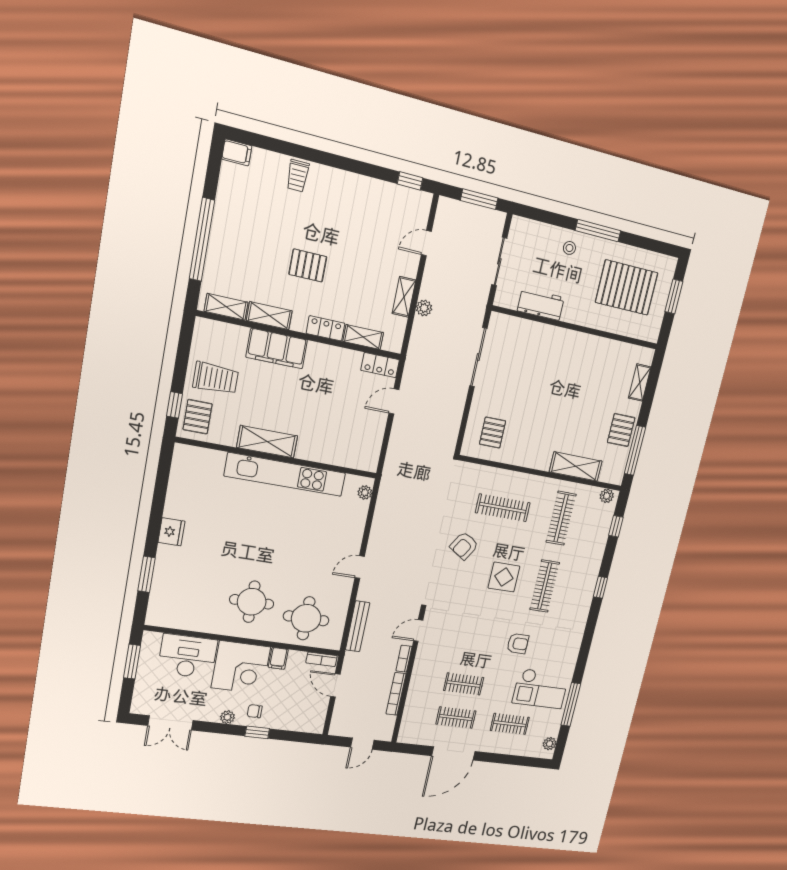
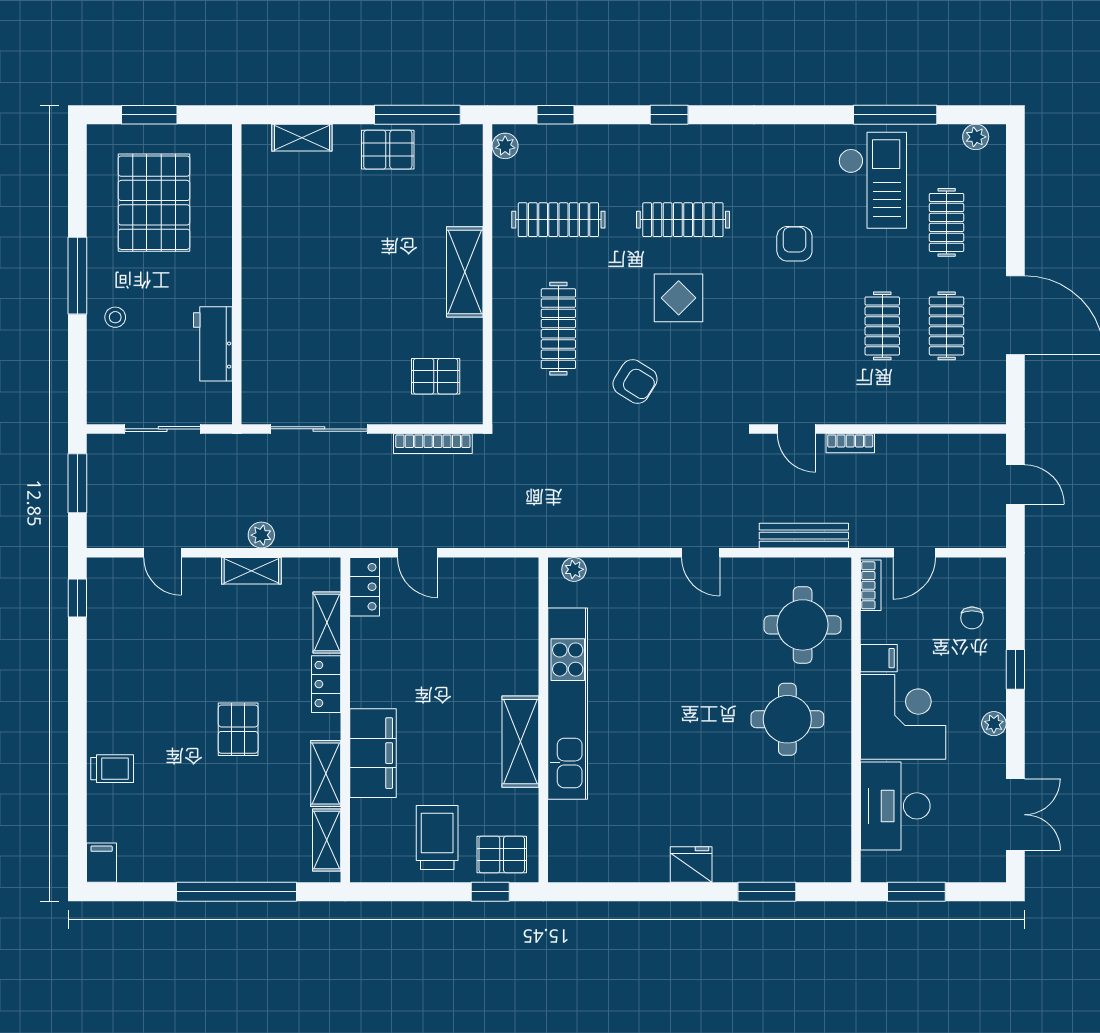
shelving: (576, 466) -> (465, 272), moved
bookcase: (396, 694) -> (433, 444), moved
chair: (255, 711) -> (972, 618), moved

